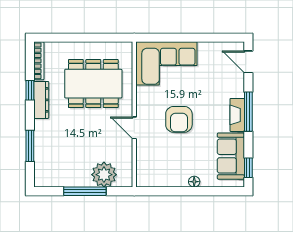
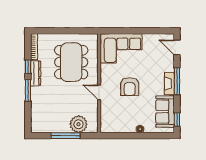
dining table: (93, 84) -> (71, 62), turned 90
window: (30, 146) -> (28, 90), moved

